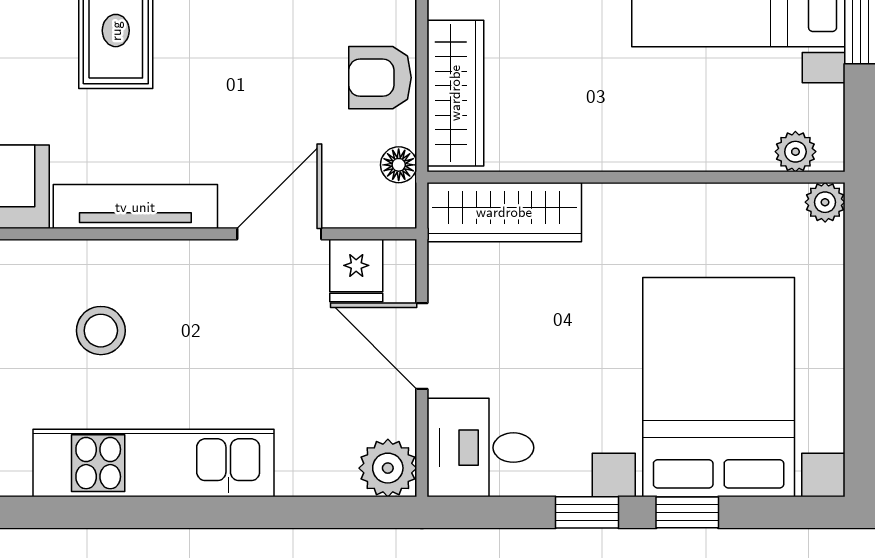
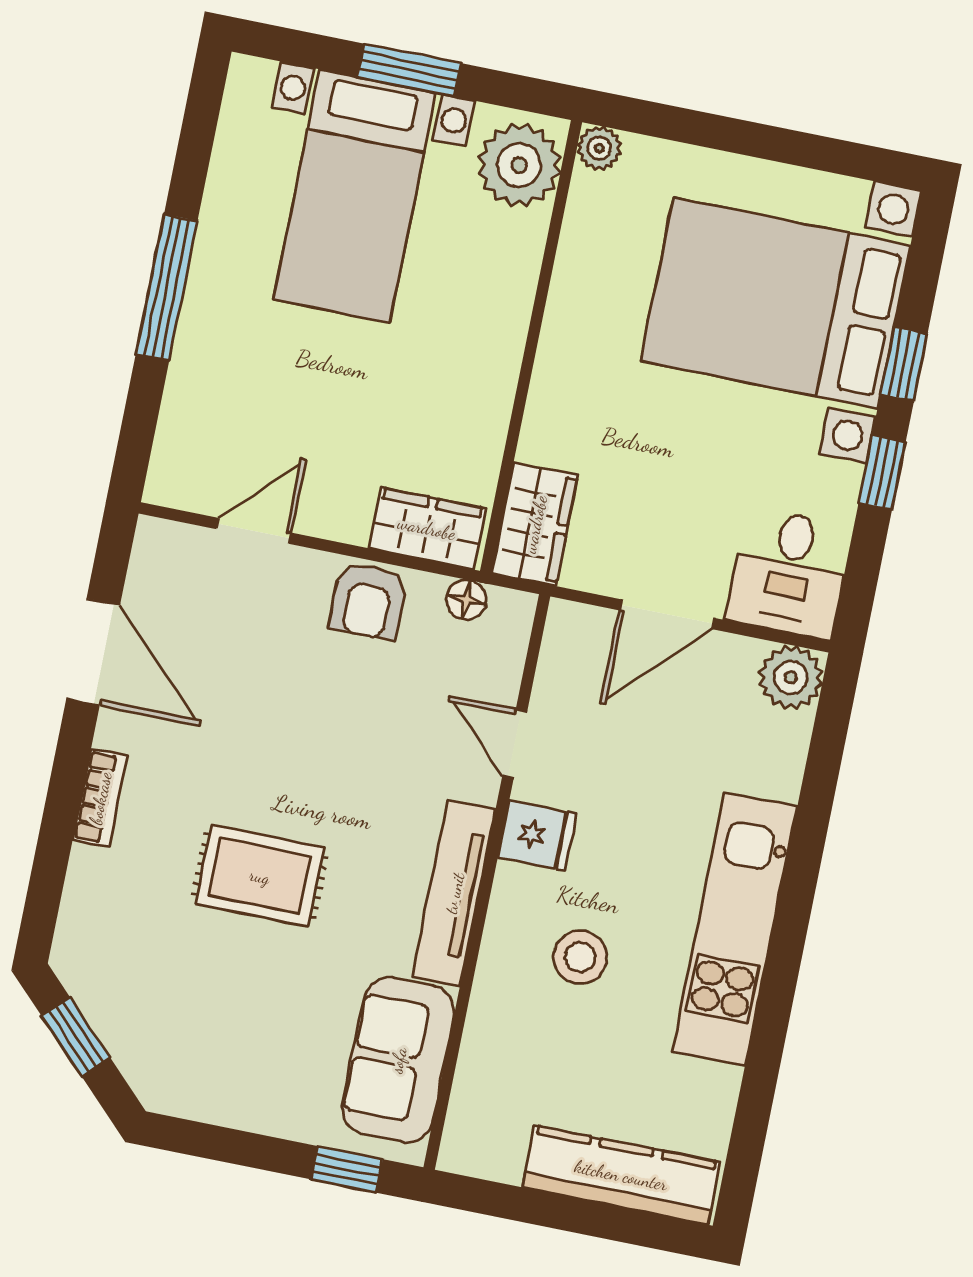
wardrobe: (455, 93) -> (427, 528), width x0.67
plant: (795, 152) -> (519, 165), width x1.88, depth x1.88
wardrobe: (504, 212) -> (535, 524), width x0.67
door: (279, 234) -> (515, 744), width x0.73
fridge: (356, 271) -> (537, 835), moved

